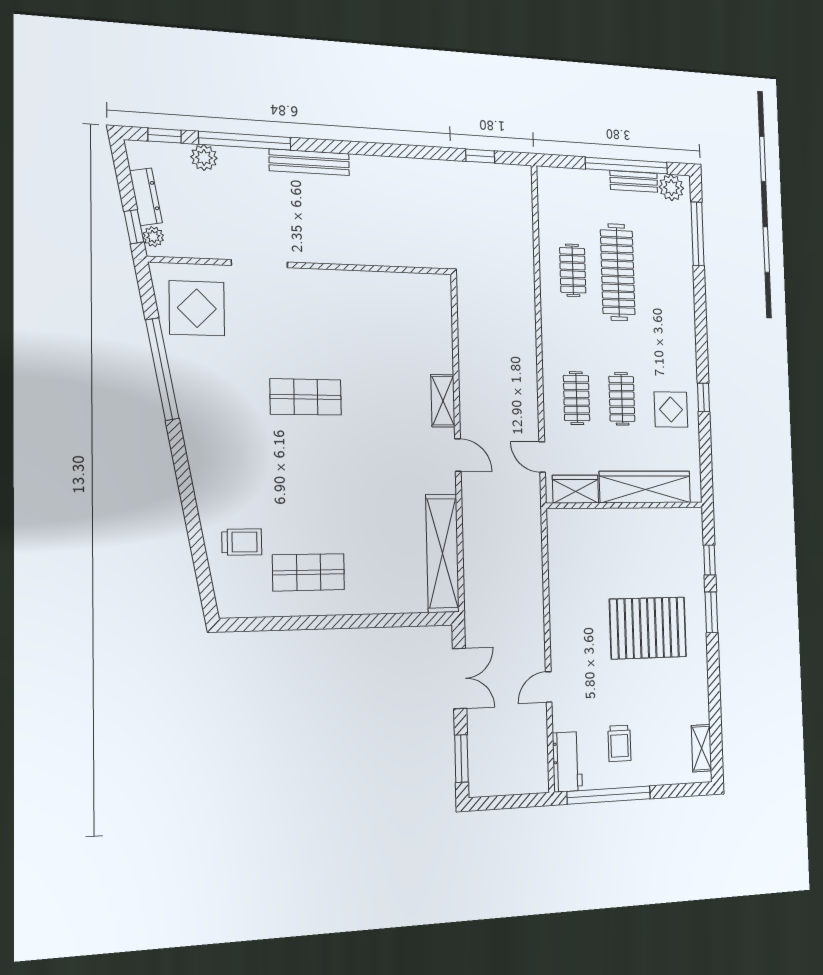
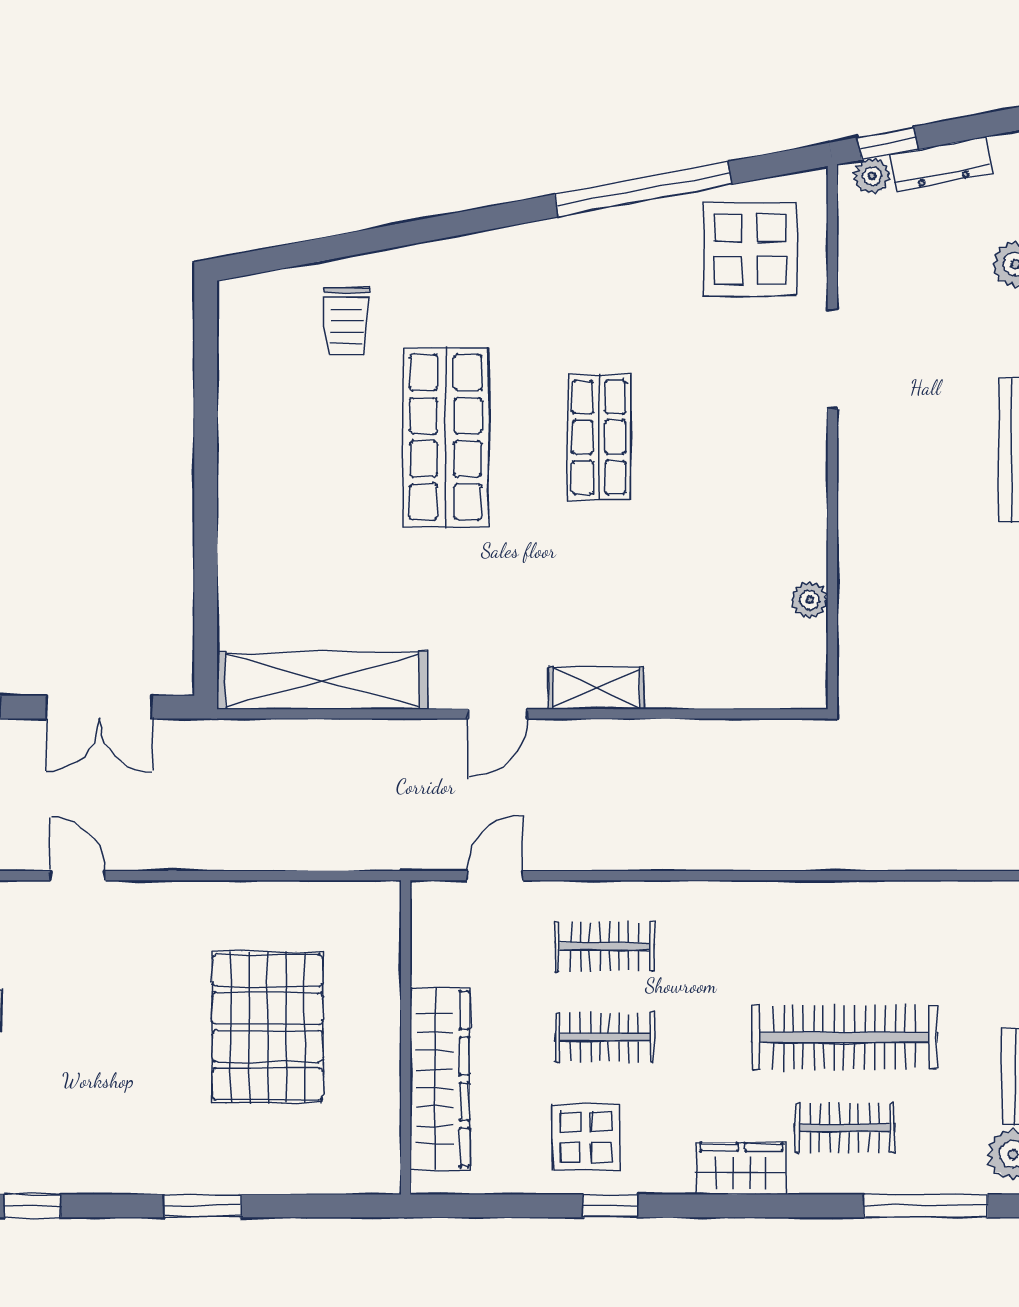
clothes rail: (573, 270) -> (844, 1128), moved
plant: (393, 282) -> (809, 600), added
wardrobe: (575, 489) -> (741, 1169), moved, turned -90
window: (709, 560) -> (32, 1206), moved
shop shelf: (308, 572) -> (446, 437), moved, width x1.43, depth x1.36
pallet: (648, 628) -> (268, 1027), moved

